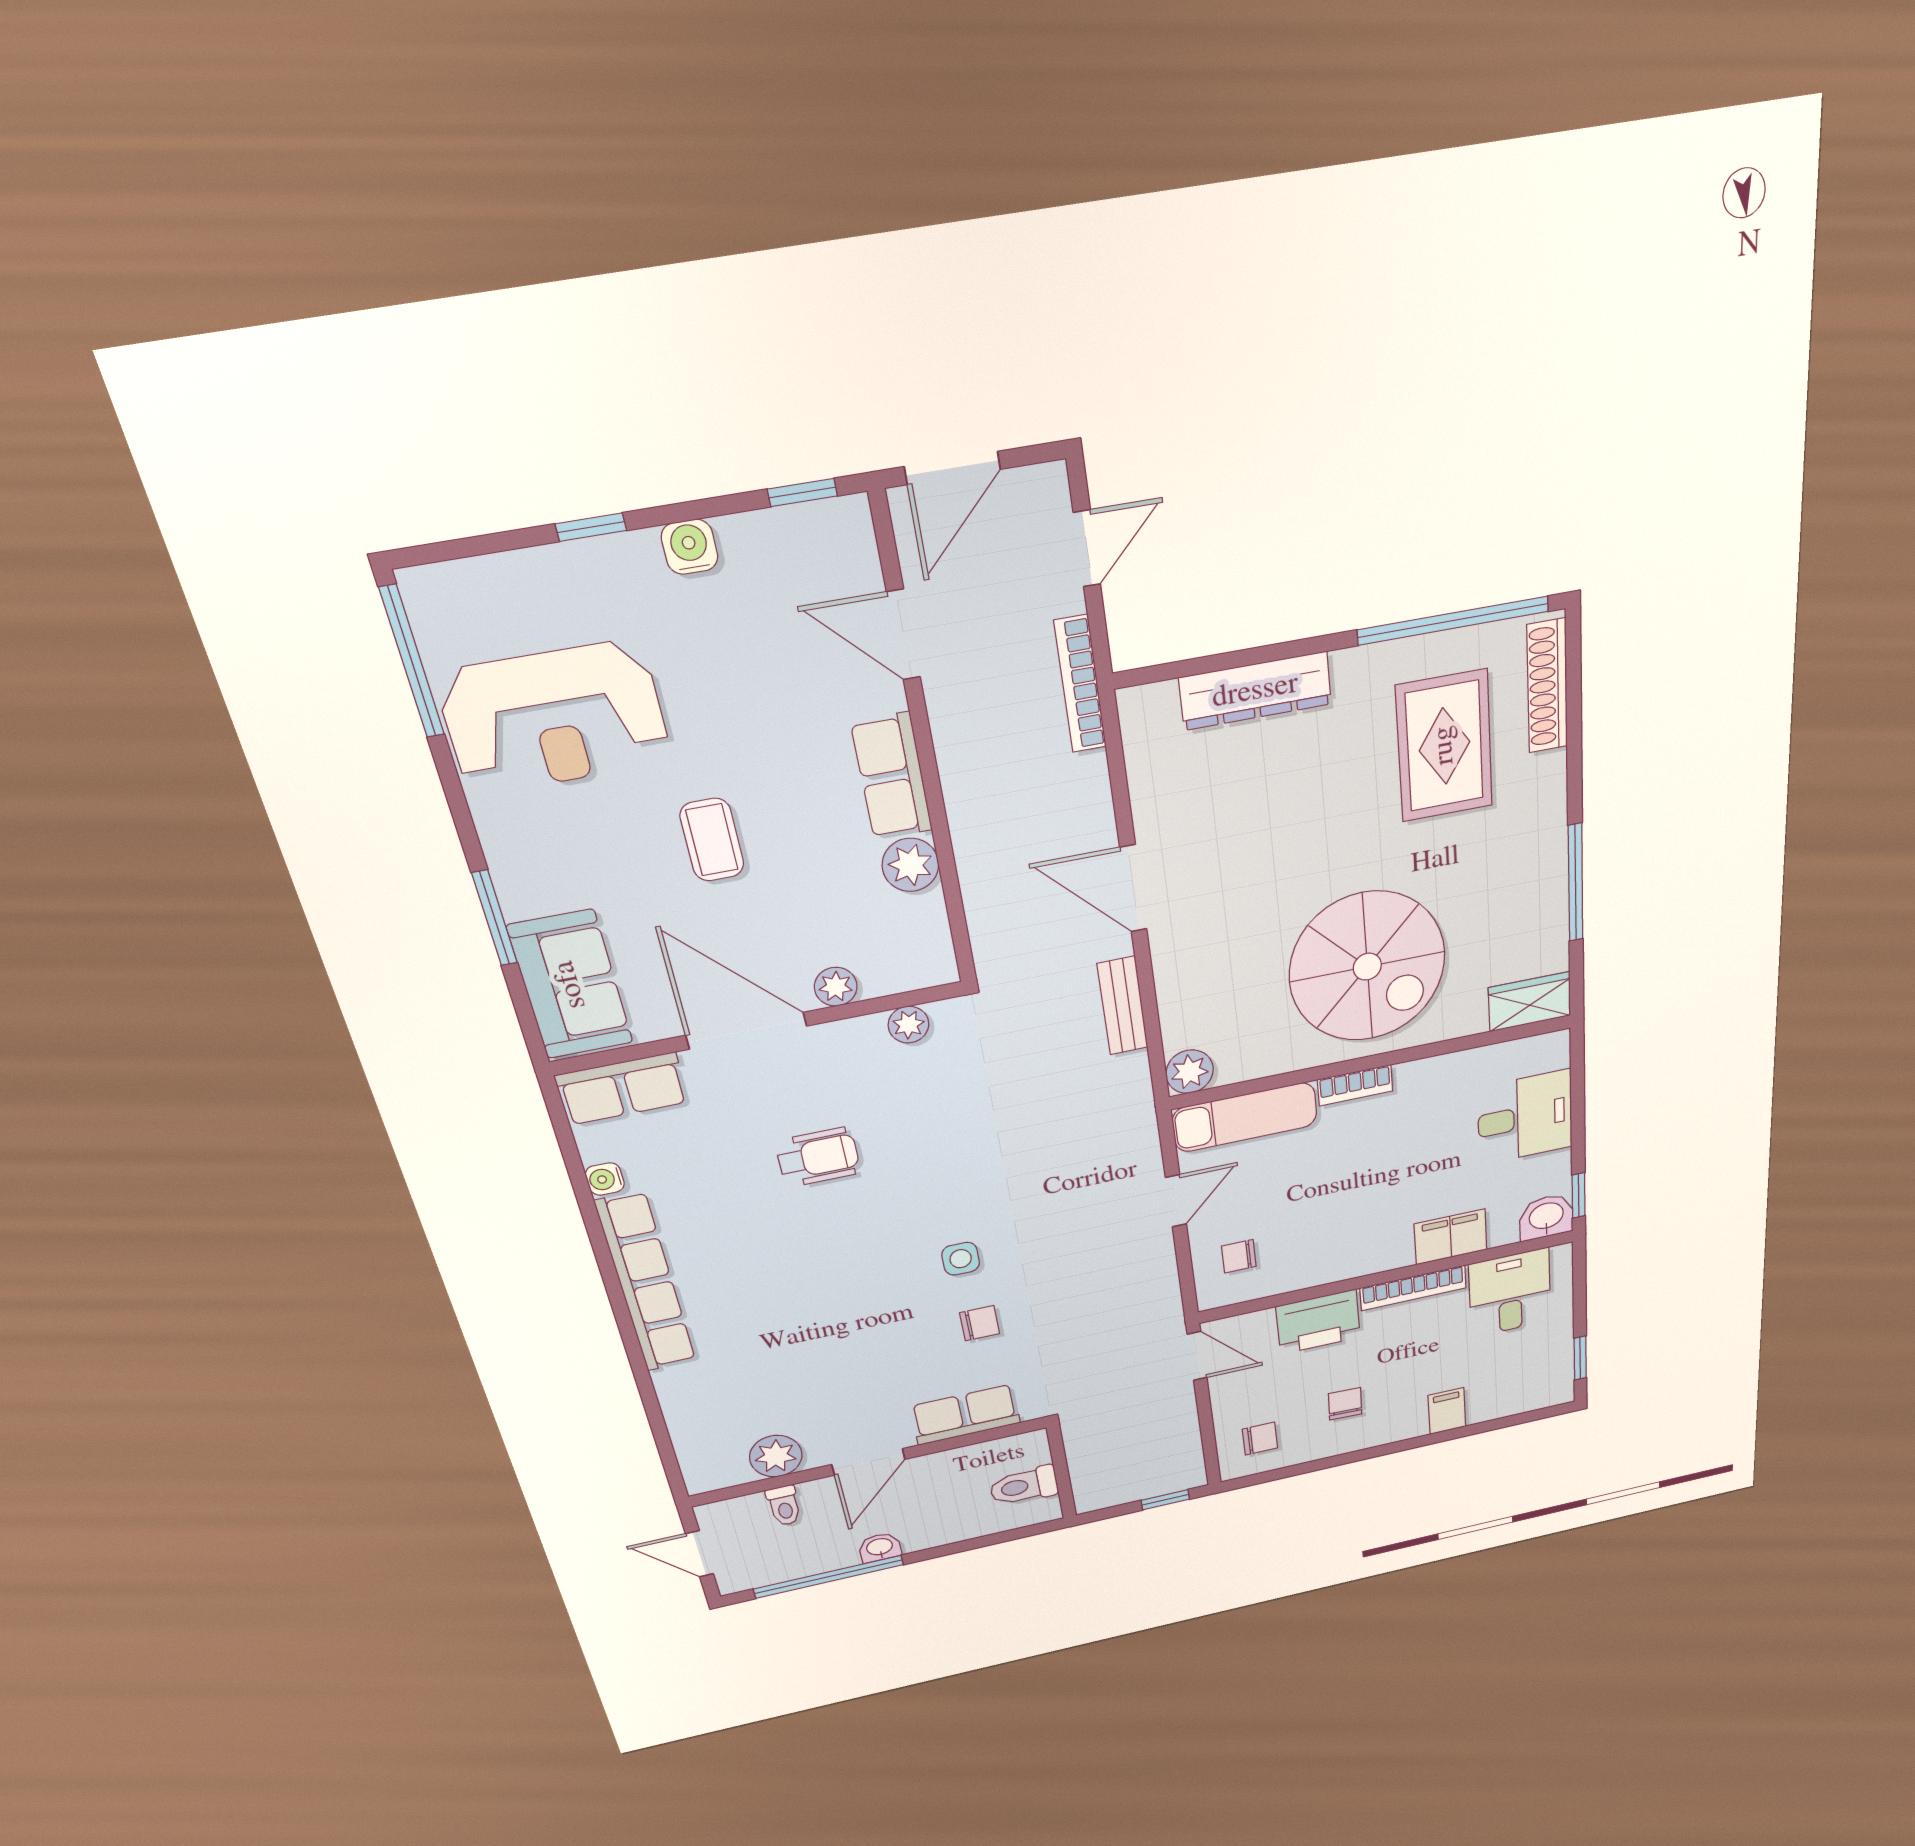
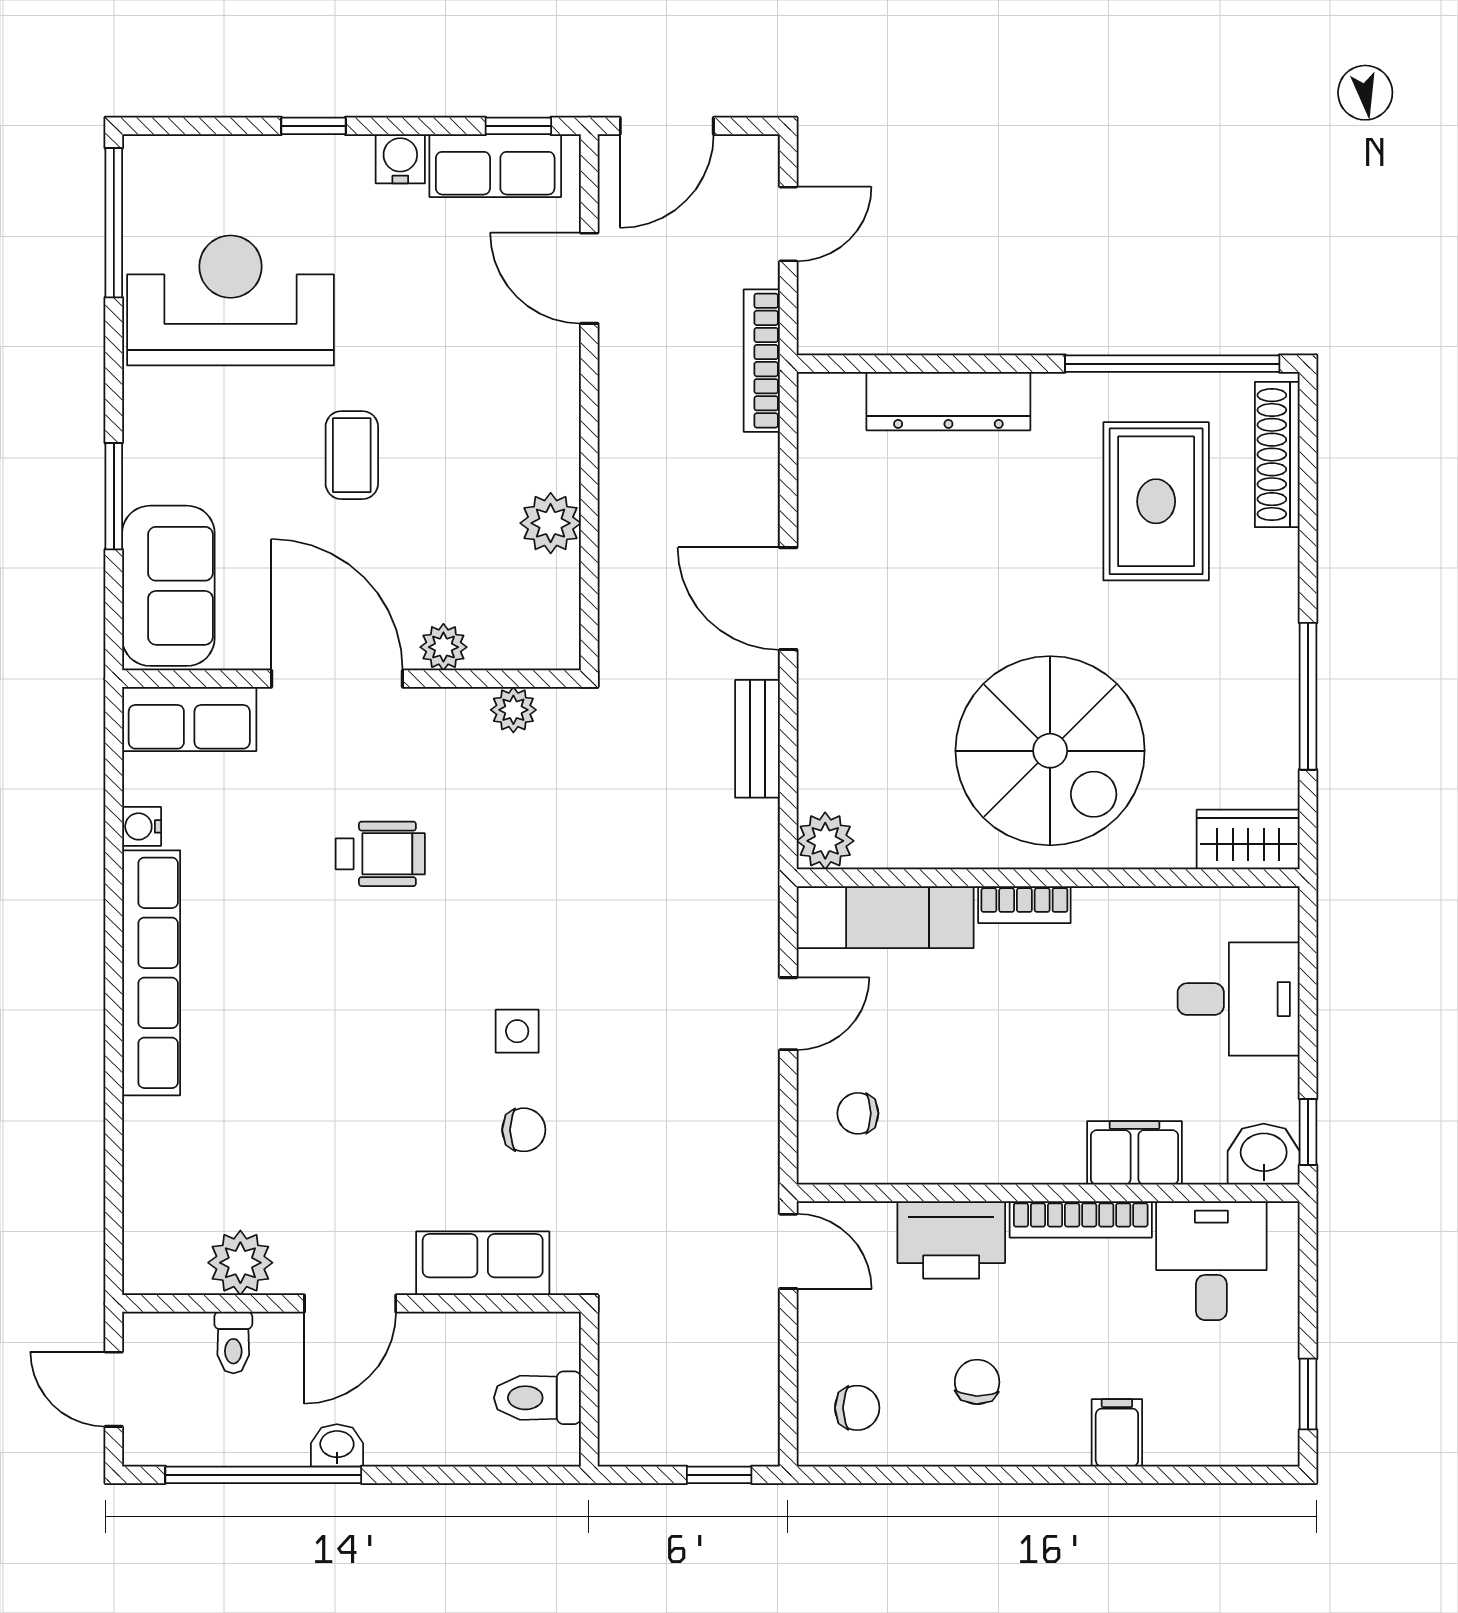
reception desk: (555, 718) -> (231, 300), turned 180
row of seats: (892, 776) -> (495, 166), moved, turned -90

